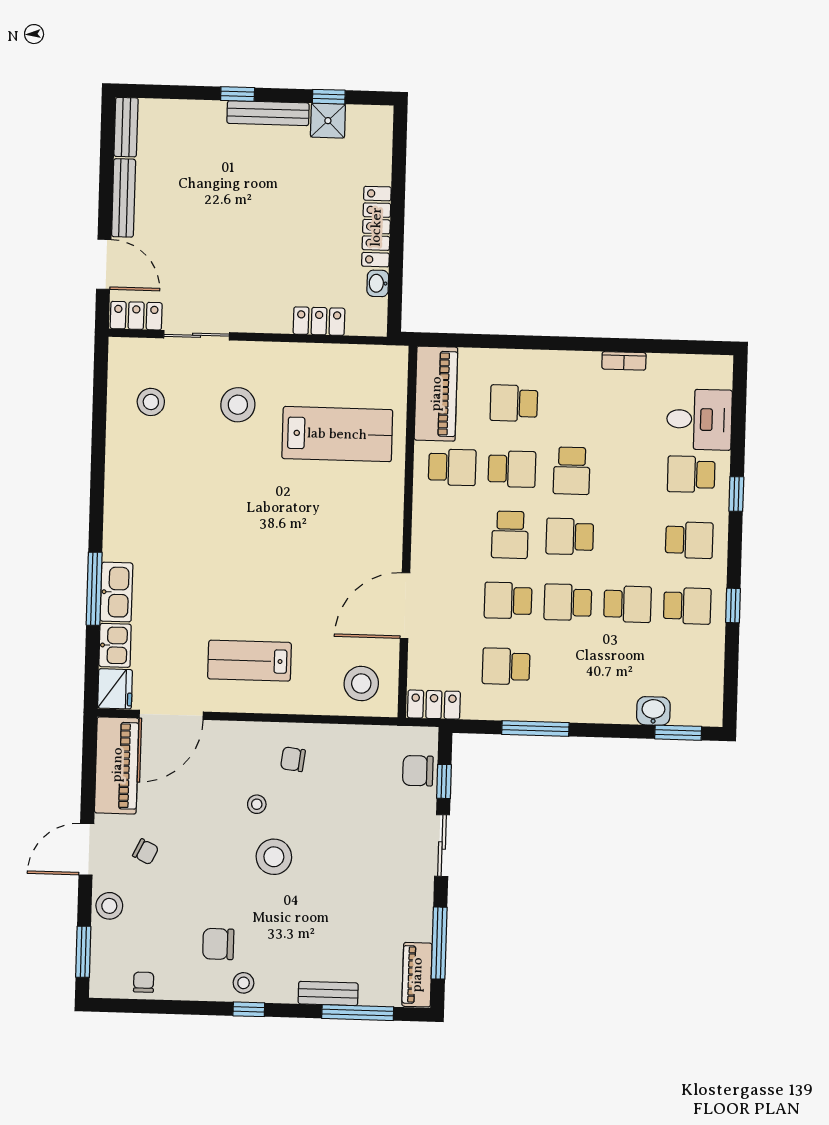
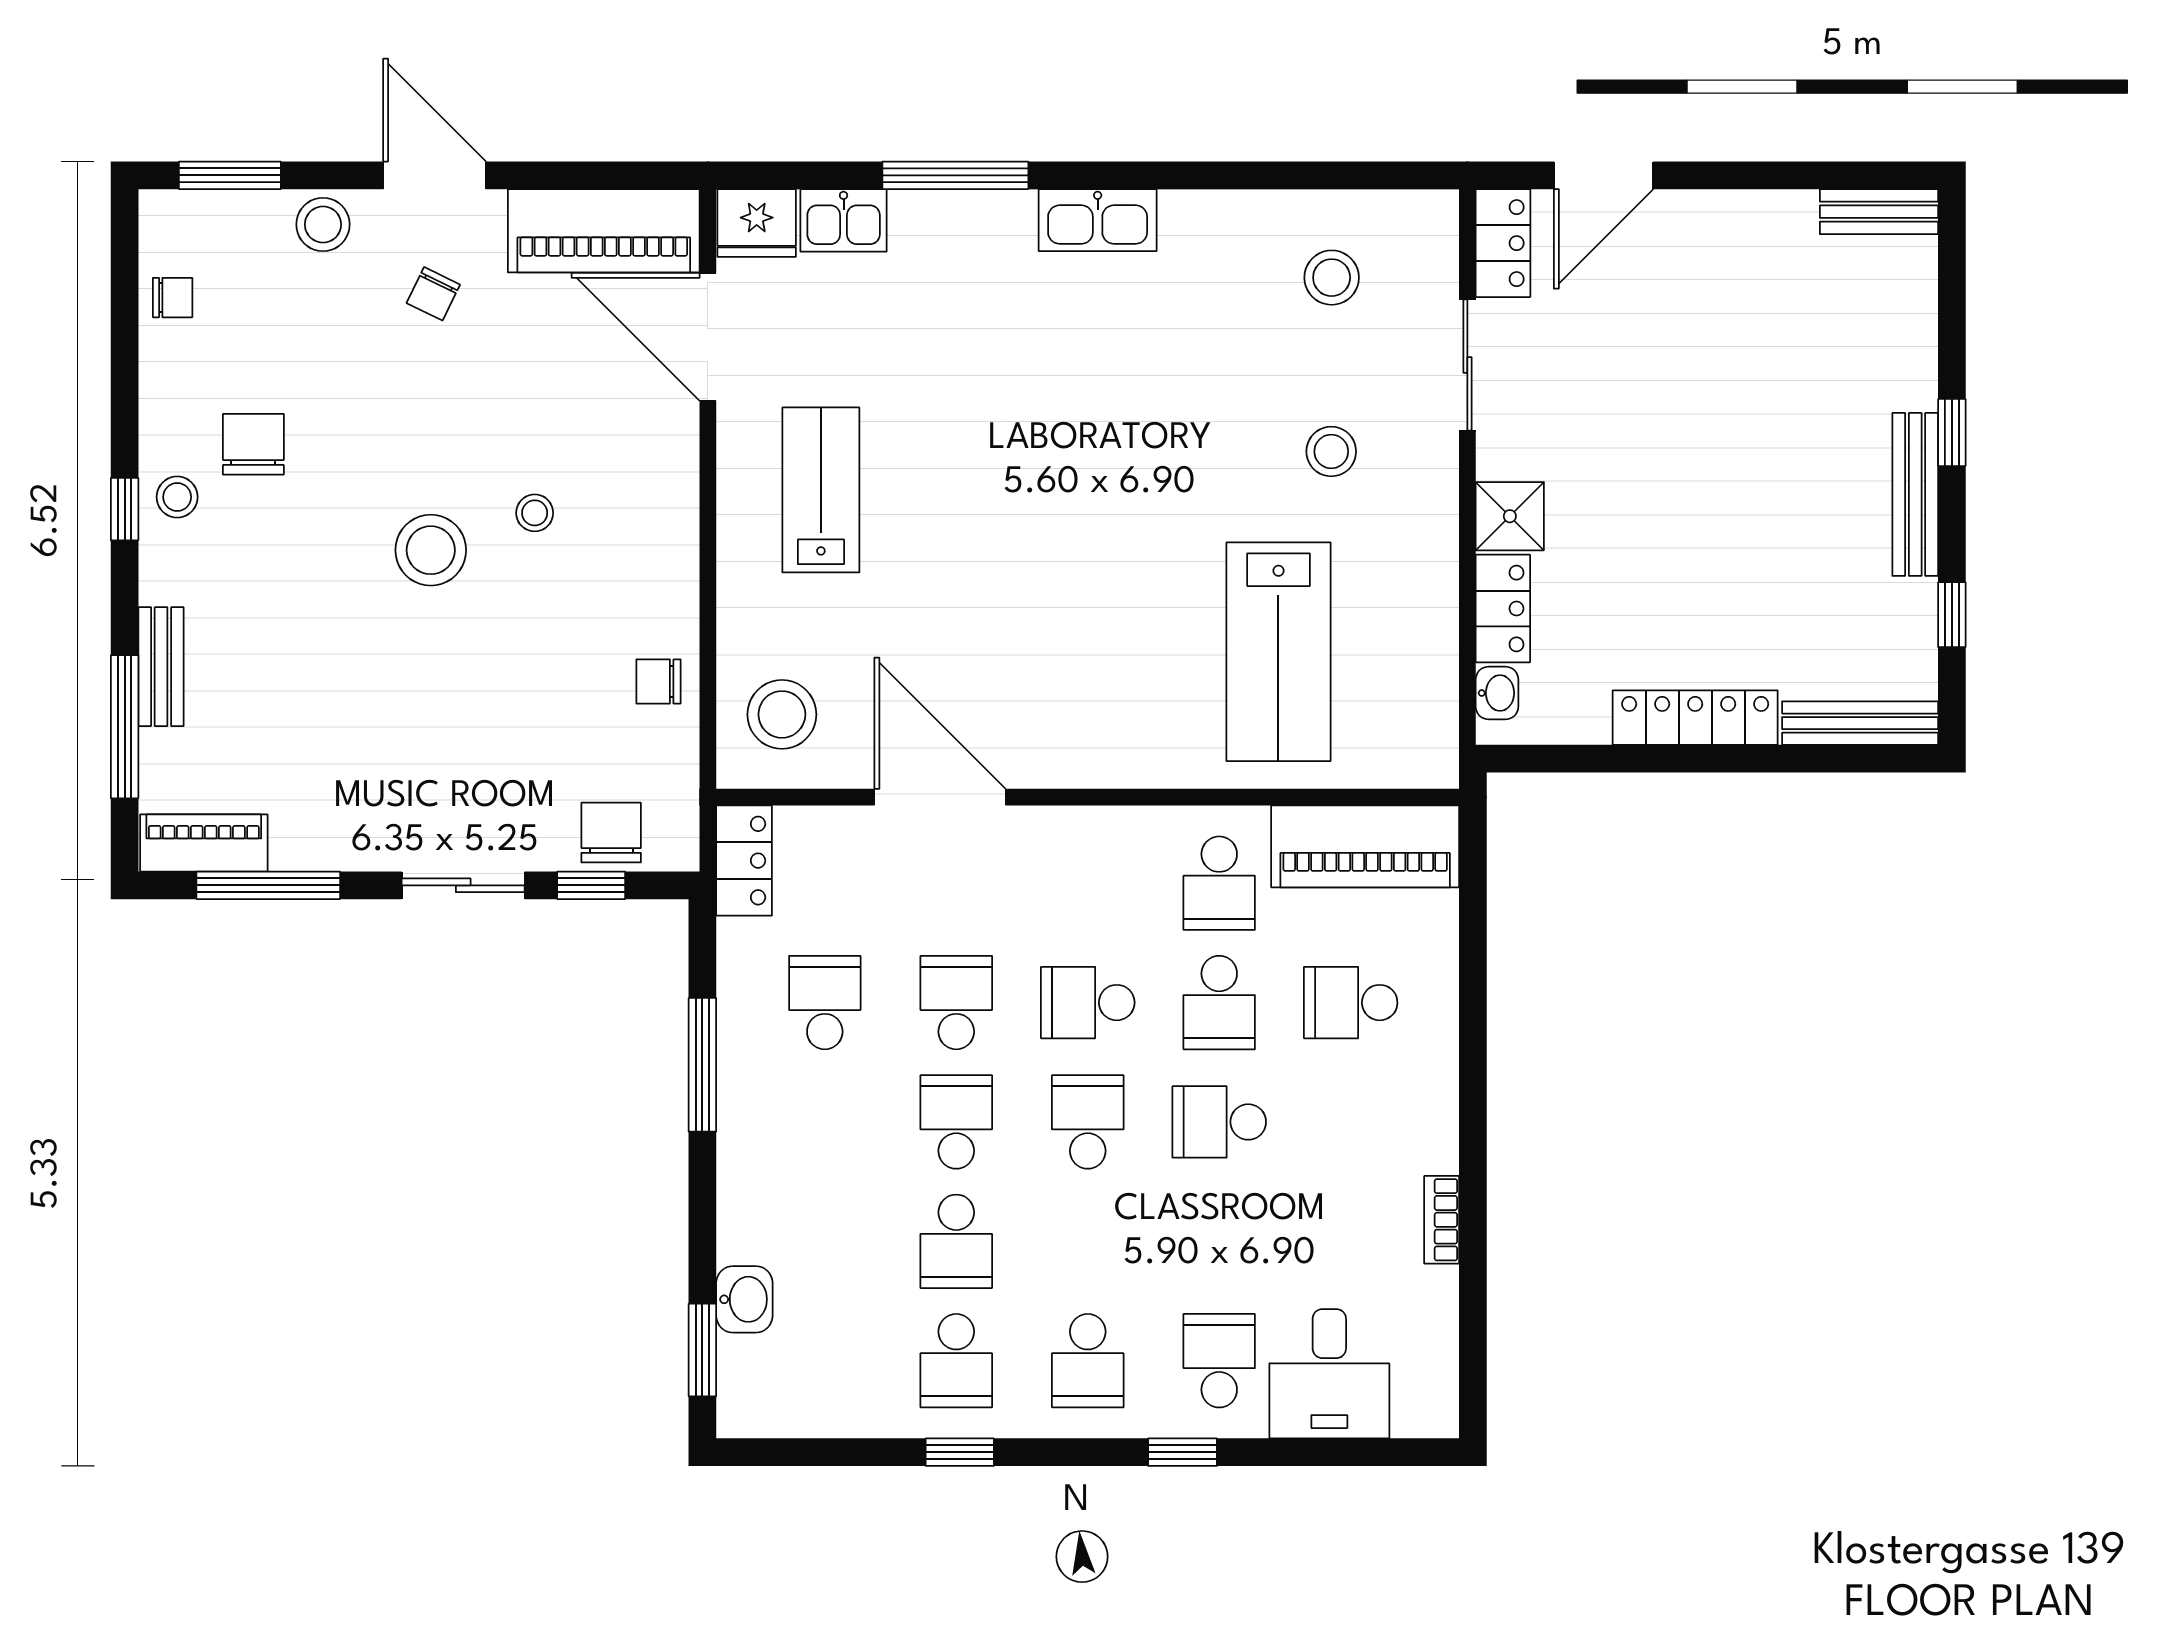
shower: (328, 121) -> (1510, 516), moved
bench: (124, 198) -> (1860, 723), moved
washbasin: (378, 283) -> (1497, 693), moved, turned 90
school desk: (514, 403) -> (1351, 1003), turned -90
stool: (238, 405) -> (1331, 451), width x0.73, depth x0.73
kitchen sink: (116, 592) -> (1098, 220), moved
chair: (293, 759) -> (658, 682), moved, turned -97

